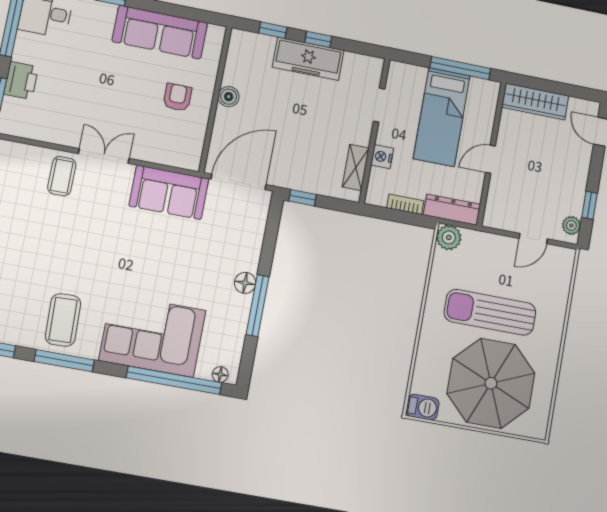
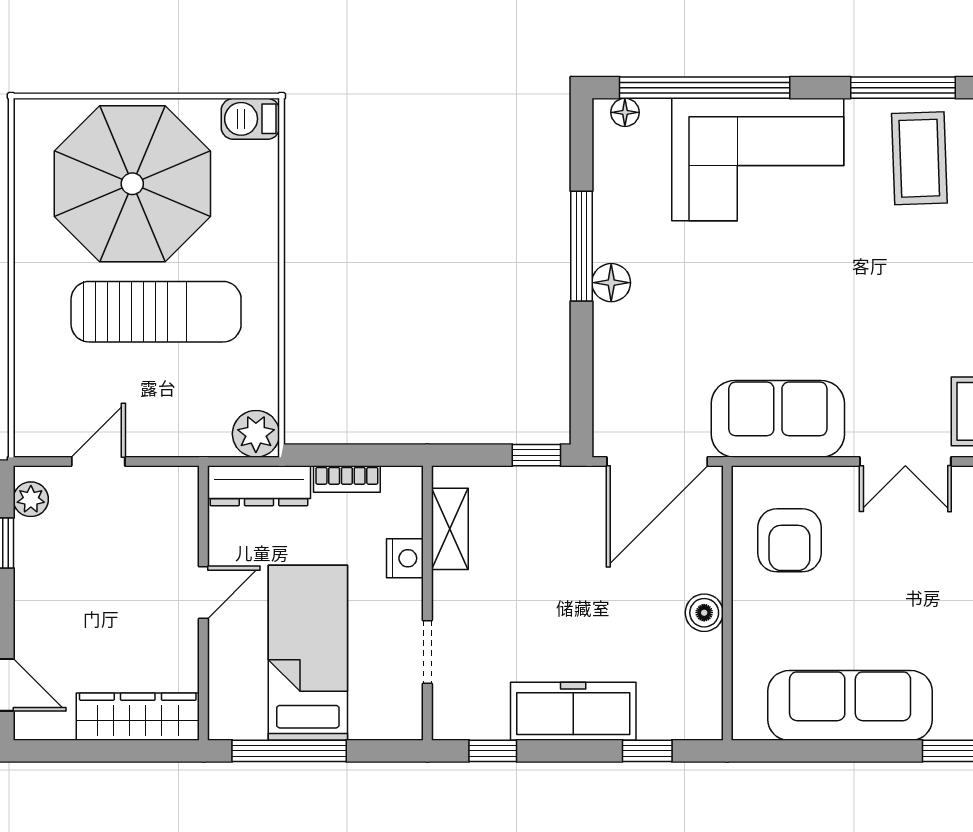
window: (318, 39) -> (493, 751), moved
armchair: (177, 97) -> (789, 540), moved, width x1.38, depth x1.38

